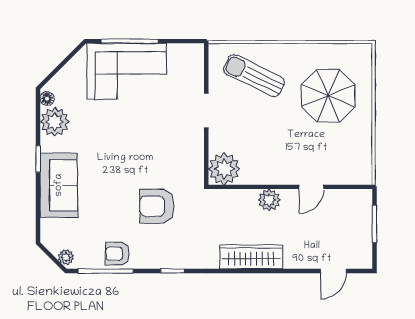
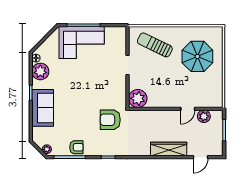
plant: (269, 200) -> (204, 116), moved
armchair: (157, 206) -> (110, 120), moved
armchair: (117, 254) -> (76, 147), turned 180
wardrobe: (251, 257) -> (169, 149), moved

